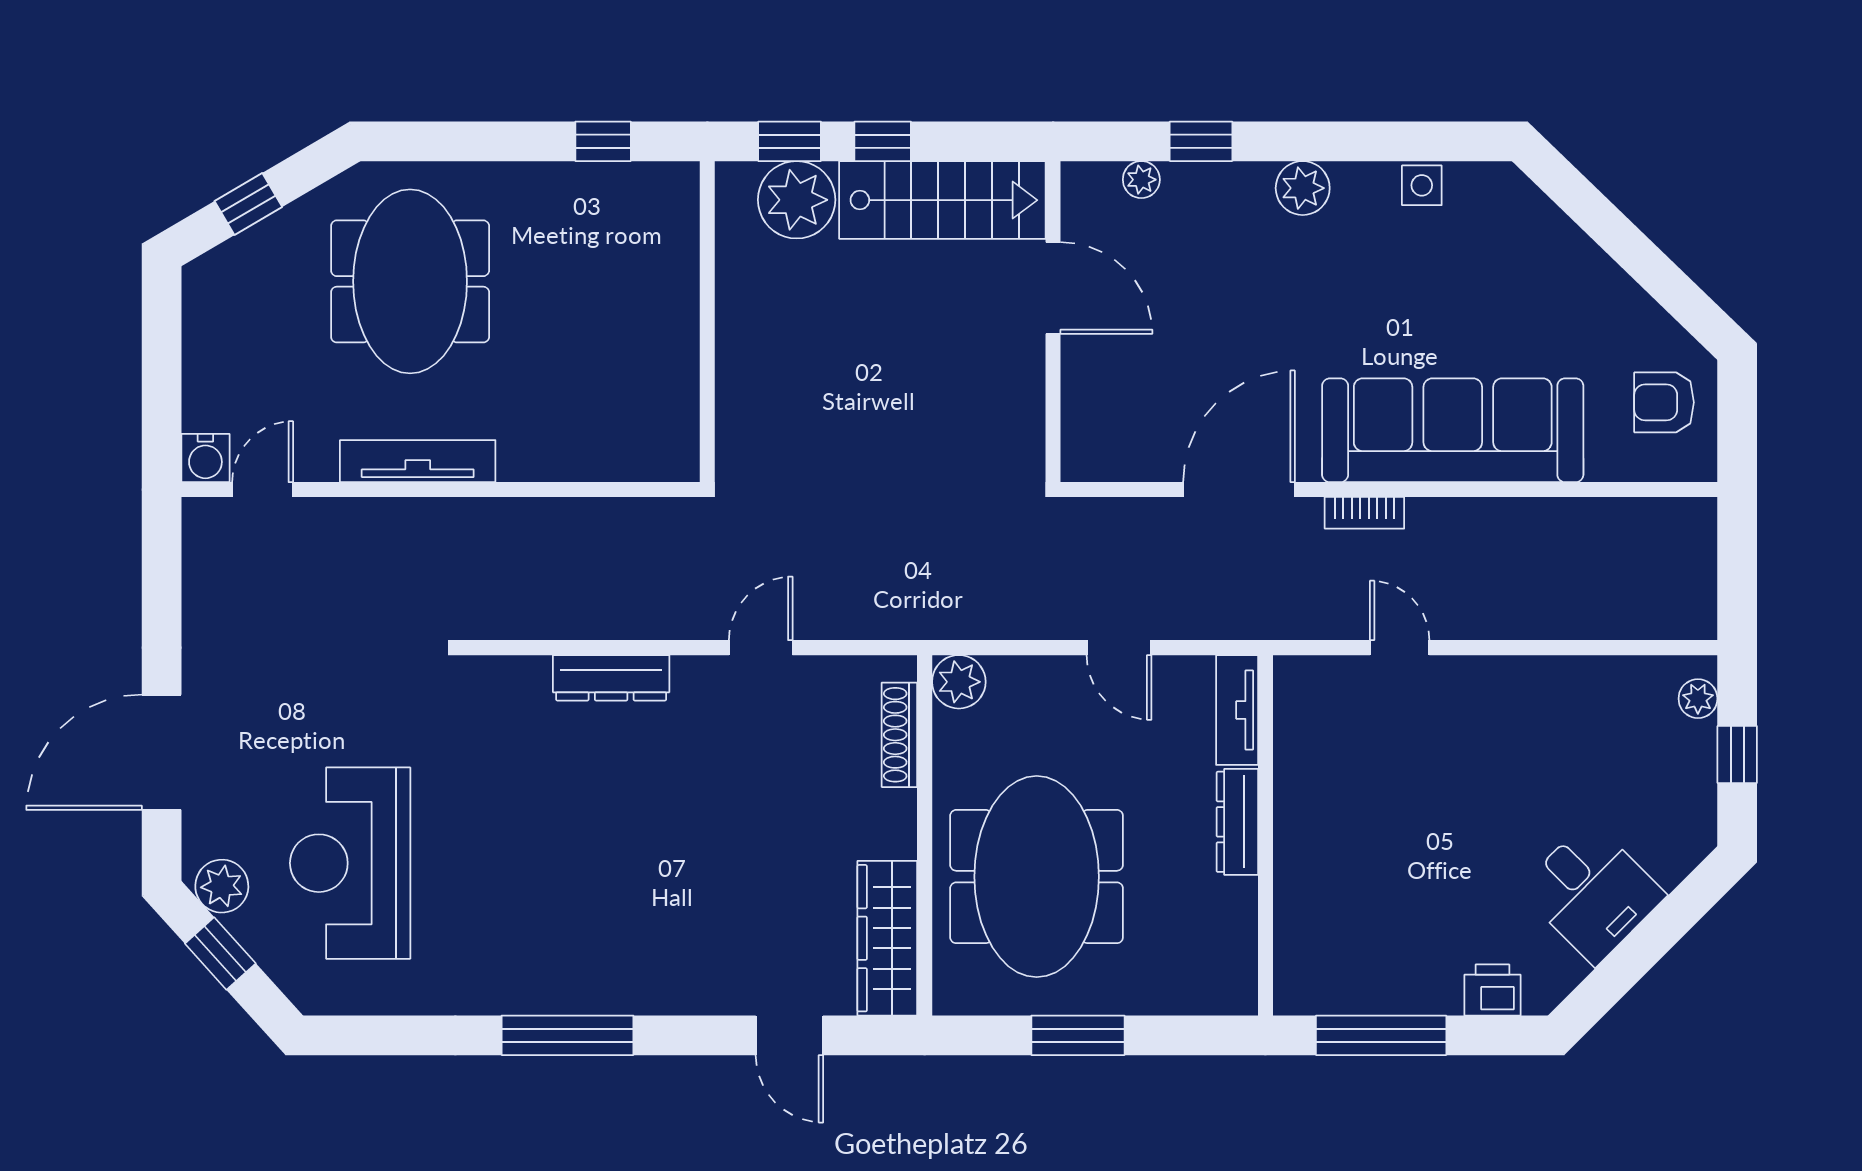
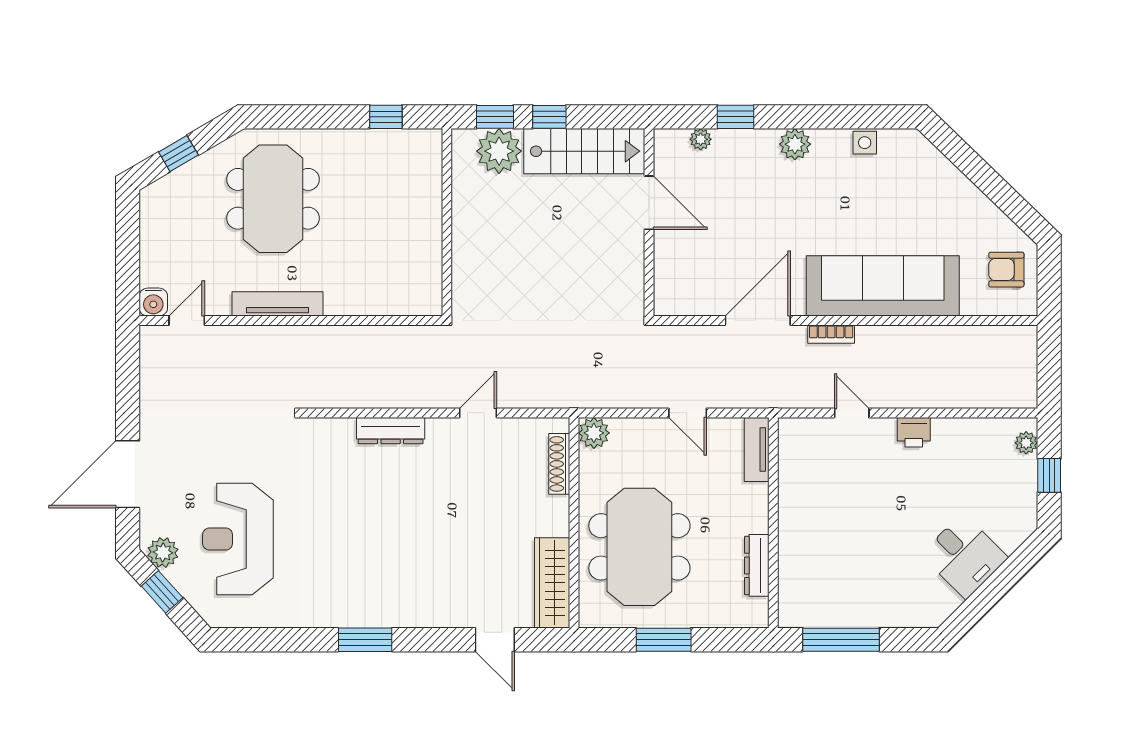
dresser: (1237, 822) -> (757, 565), moved
printer: (1492, 990) -> (914, 432), moved, turned 180
window: (567, 1035) -> (365, 640), width x0.69

